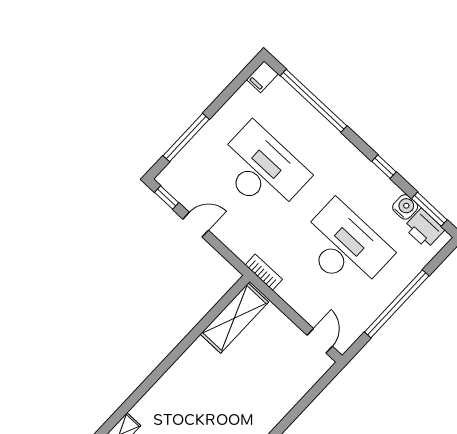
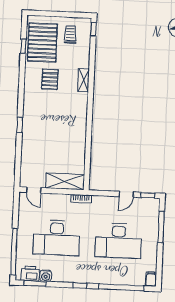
window: (384, 167) -> (80, 285), moved
window: (397, 304) -> (14, 252), moved
shelving: (234, 318) -> (65, 181), moved, turned 90

